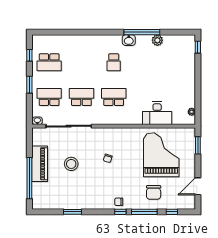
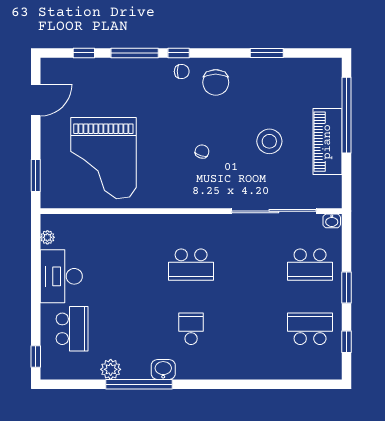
school desk: (81, 97) -> (72, 329), moved, turned -90
desk: (157, 113) -> (61, 276), moved, turned -90
chair: (154, 192) -> (216, 82), moved, turned 180

